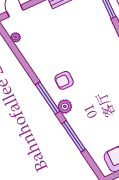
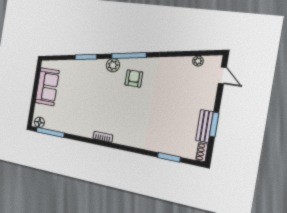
window: (74, 136) -> (86, 57), width x0.69

